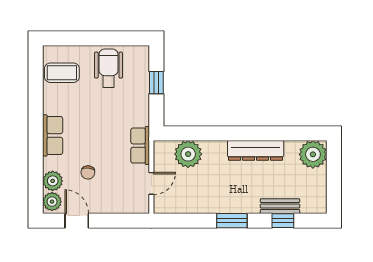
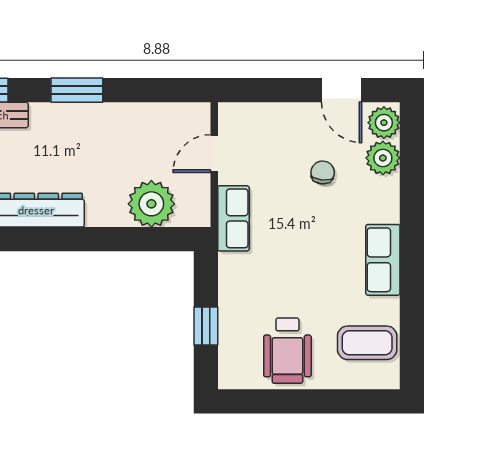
row of seats: (53, 135) -> (383, 260), moved

